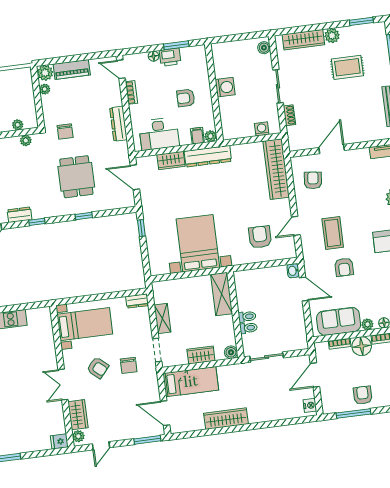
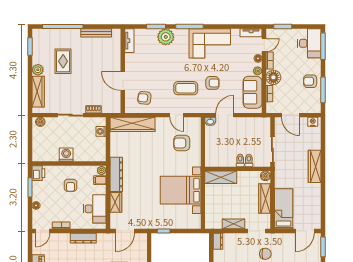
printer: (170, 57) -> (38, 173), moved
wardrobe: (201, 355) -> (265, 199), width x1.50
wardrobe: (226, 419) -> (315, 166), moved

